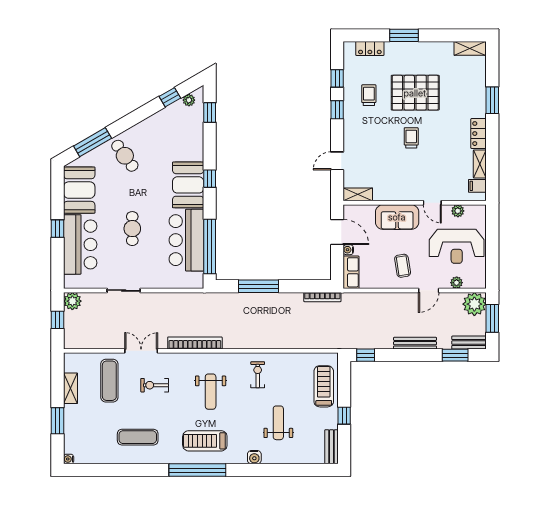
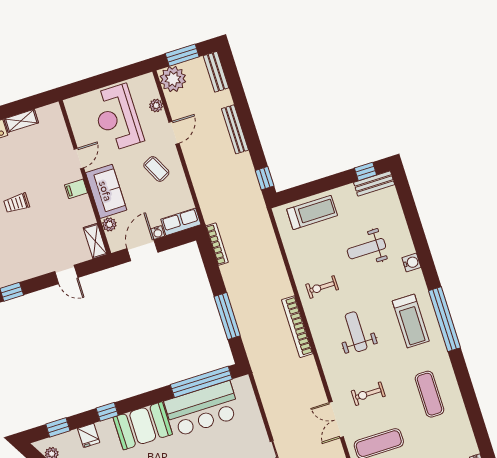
fridge: (194, 136) -> (89, 435), added
window: (210, 179) -> (107, 412), moved
filing cabinet: (477, 186) -> (76, 189), moved, turned 90
plant: (458, 211) -> (109, 224), moved
reception desk: (457, 246) -> (117, 118), turned 180
coffee table: (403, 266) -> (156, 169), turned 72
door: (429, 290) -> (174, 133), hinge flipped
bookcase: (195, 343) -> (297, 327), moved
window: (455, 355) -> (234, 82), removed
exercise bike: (155, 385) -> (368, 394), turned 90
treadmill: (324, 386) -> (312, 212), turned 180
weight bench: (211, 392) -> (356, 332), turned -90
window: (344, 416) -> (365, 171), moved

